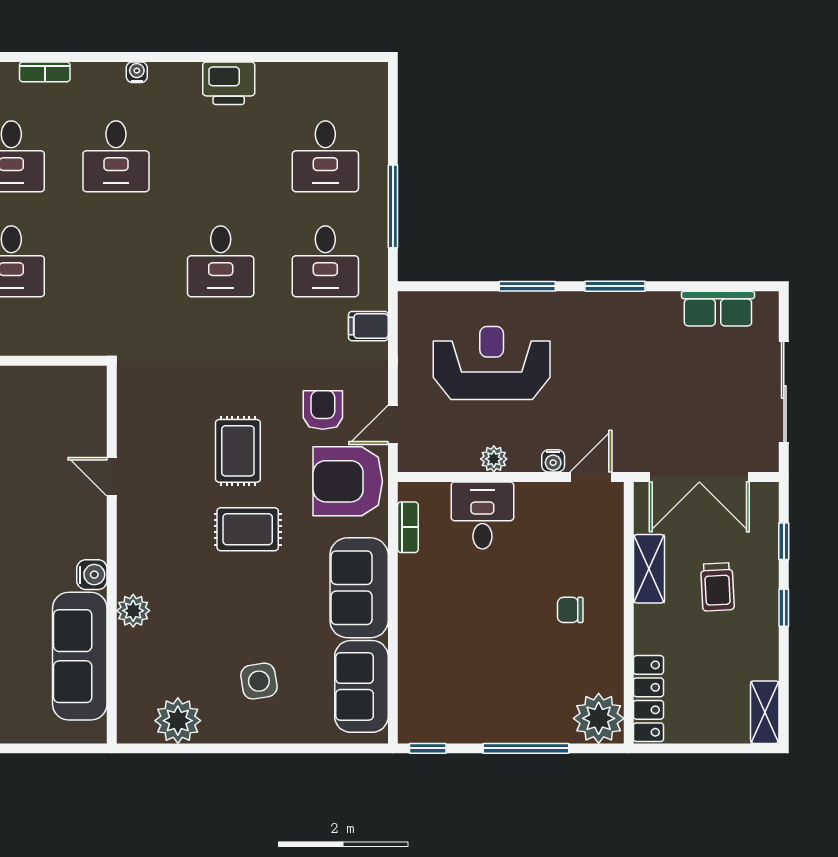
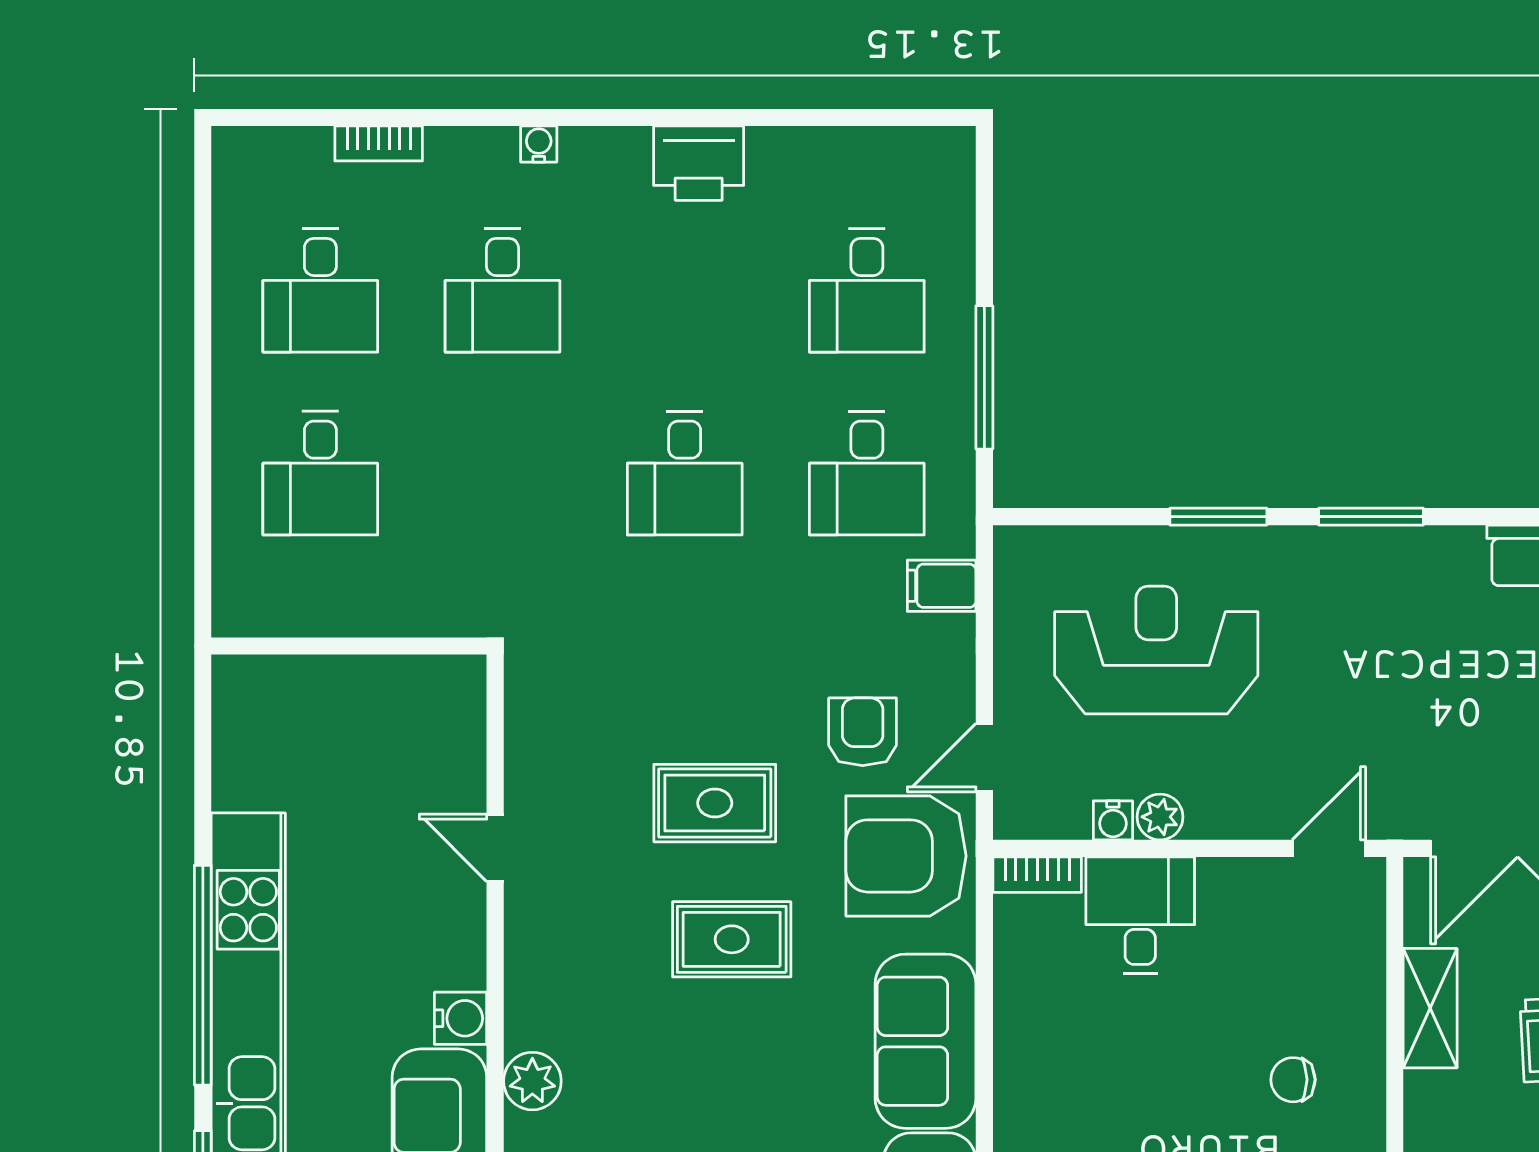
rug: (238, 451) -> (715, 803), turned 90
water cooler: (553, 461) -> (1113, 820), moved
bookcase: (408, 527) -> (1037, 875), moved, turned 90

